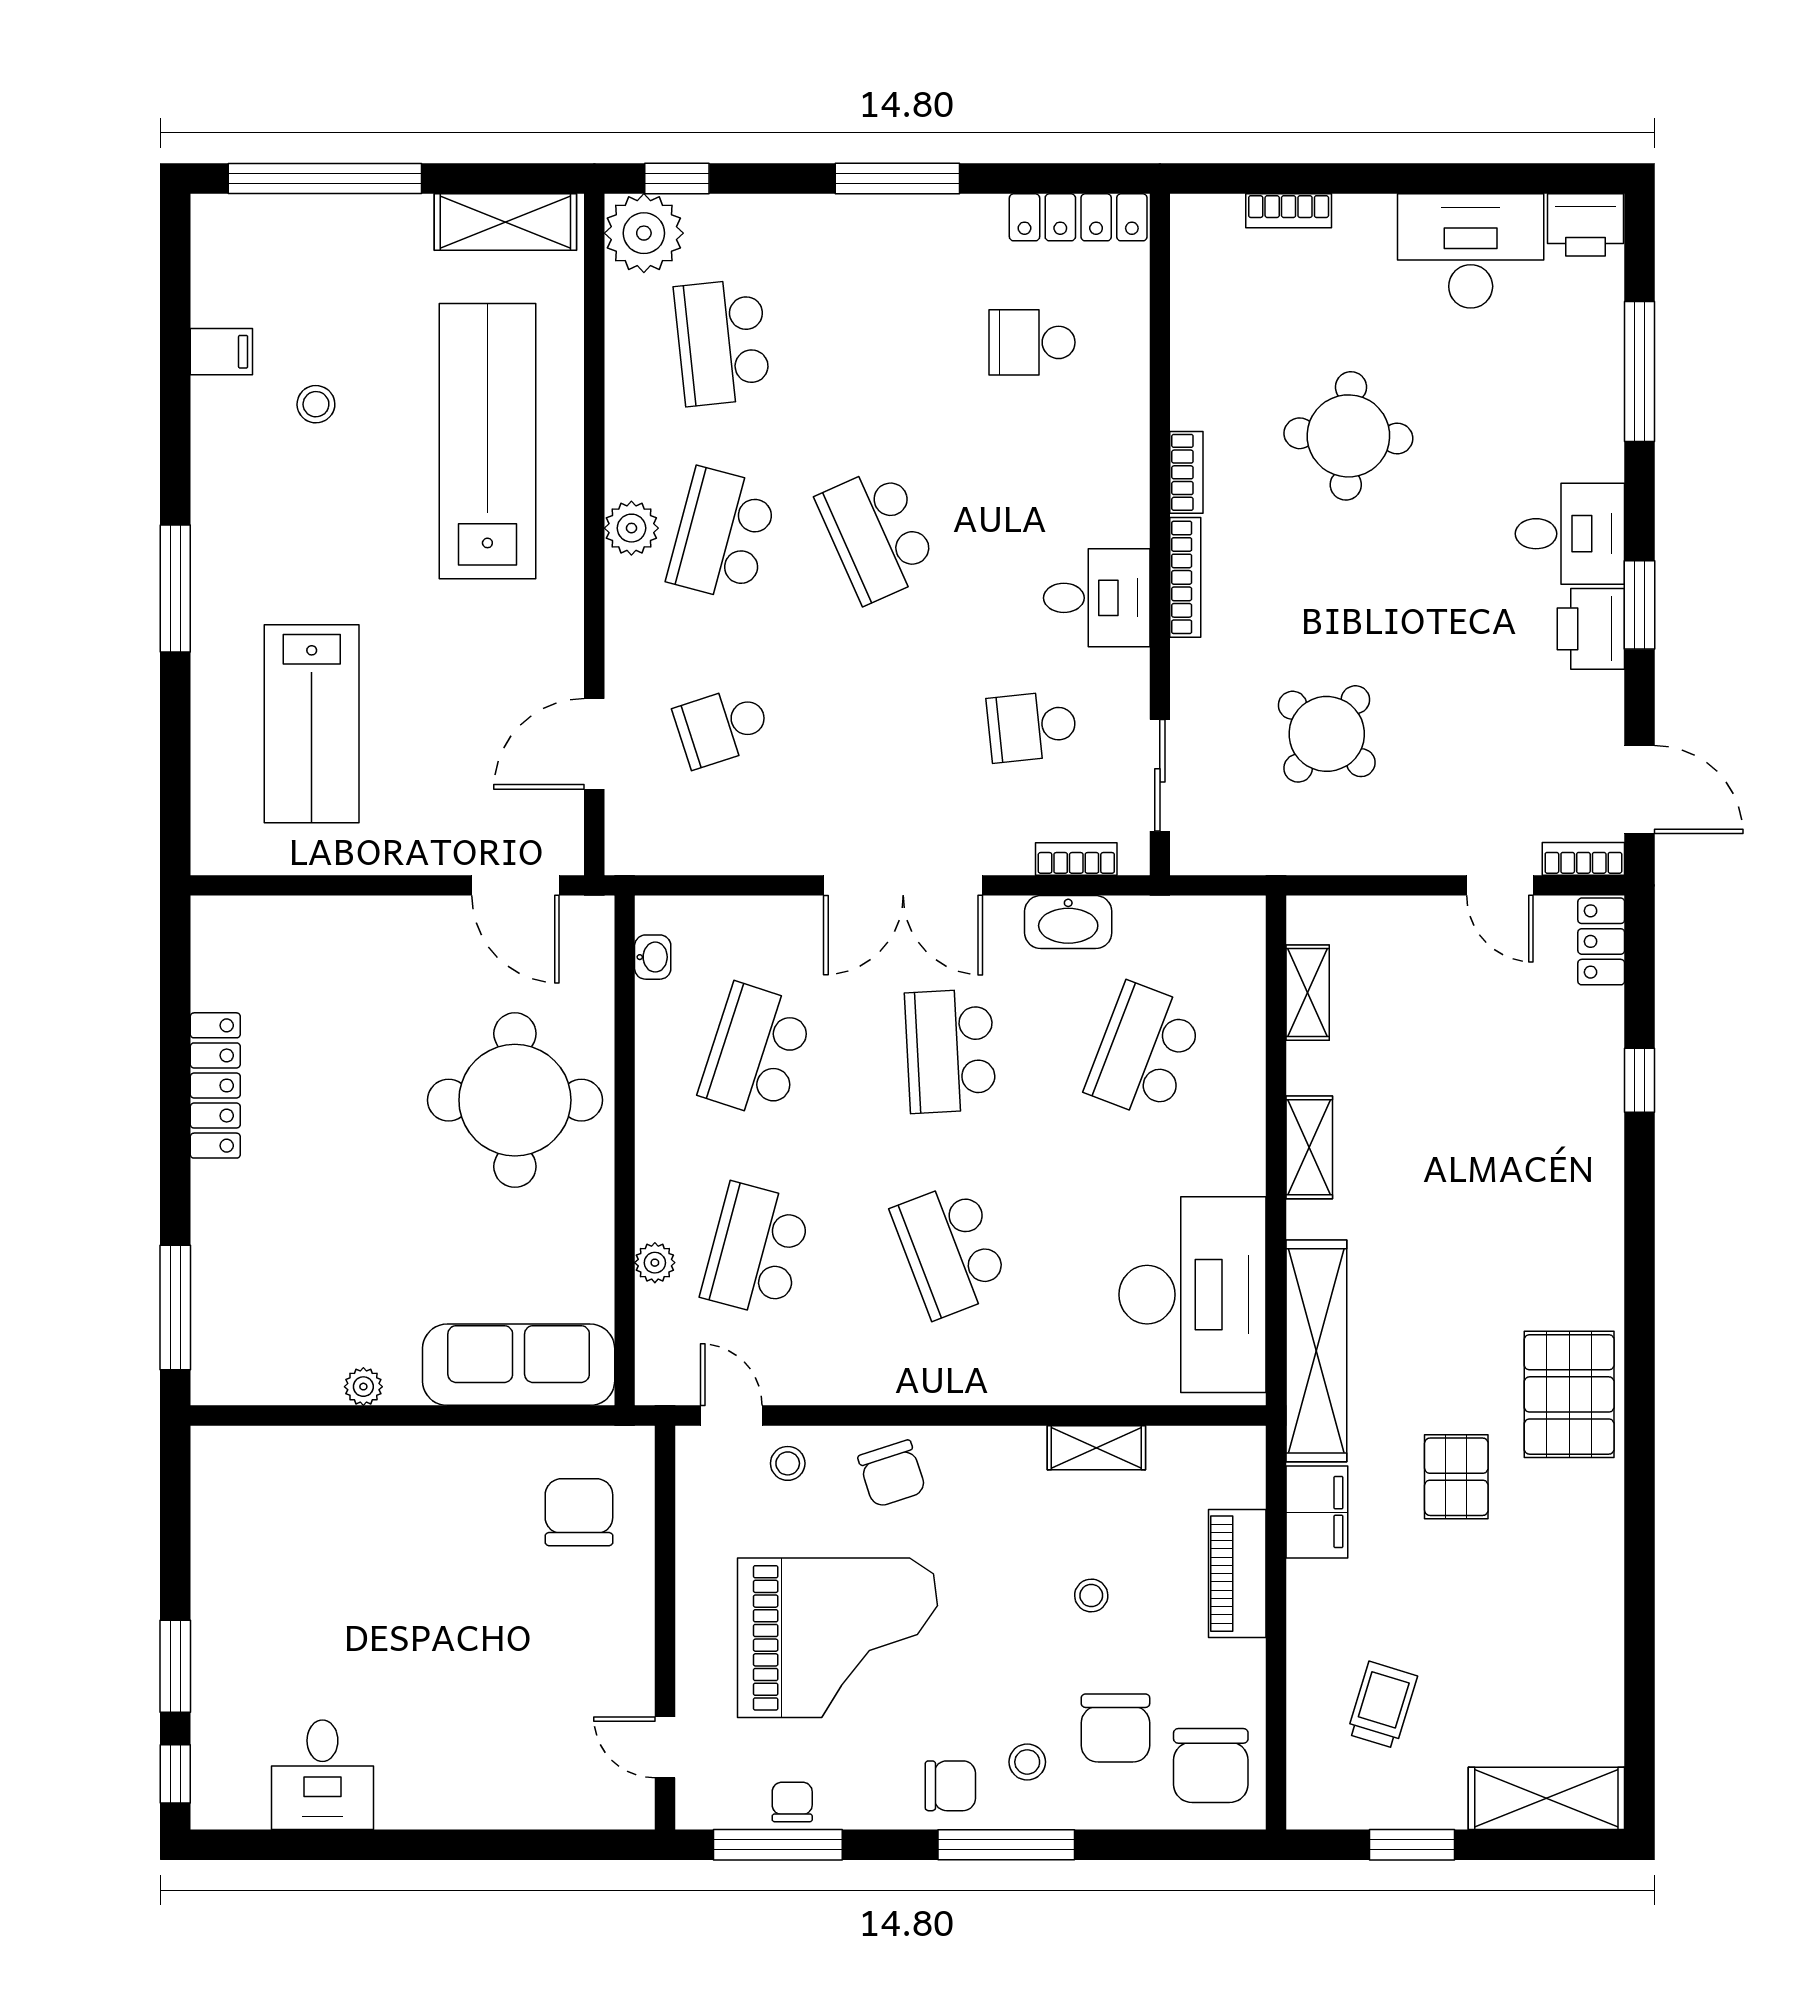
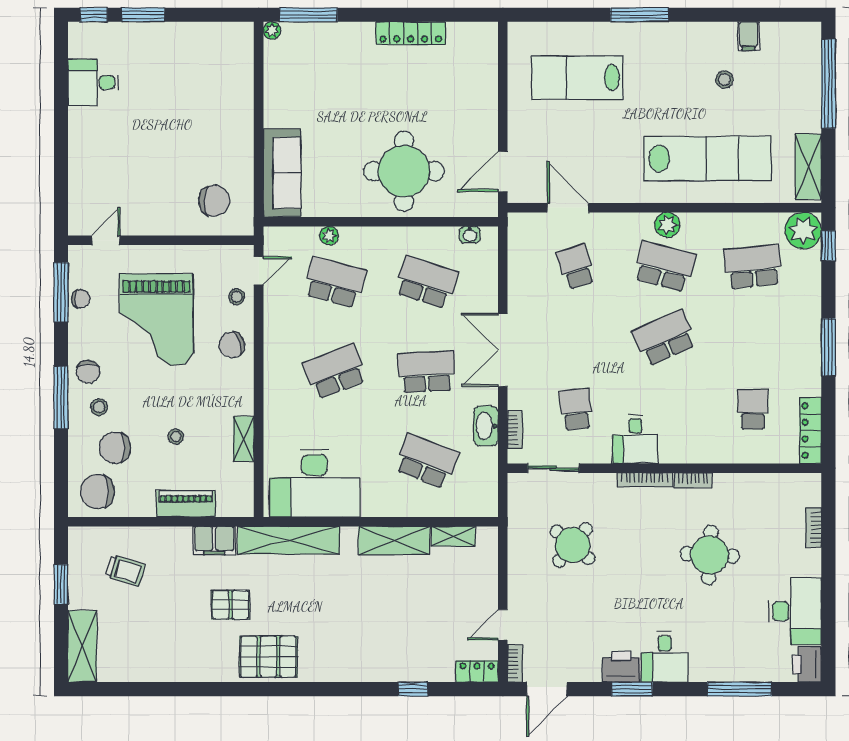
shelving: (1309, 1147) -> (394, 541), width x1.50, depth x1.33
plant: (363, 1387) -> (272, 30), moved

